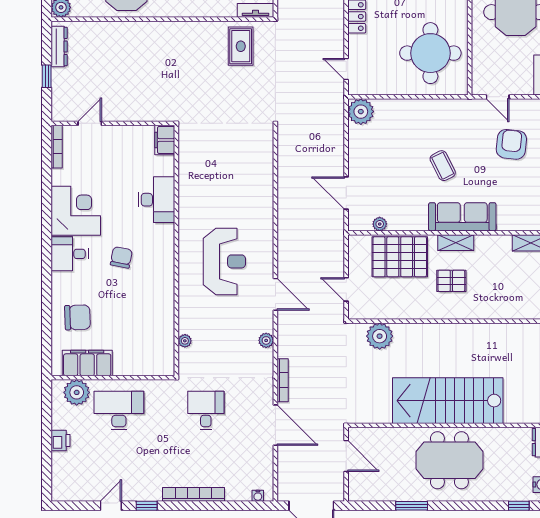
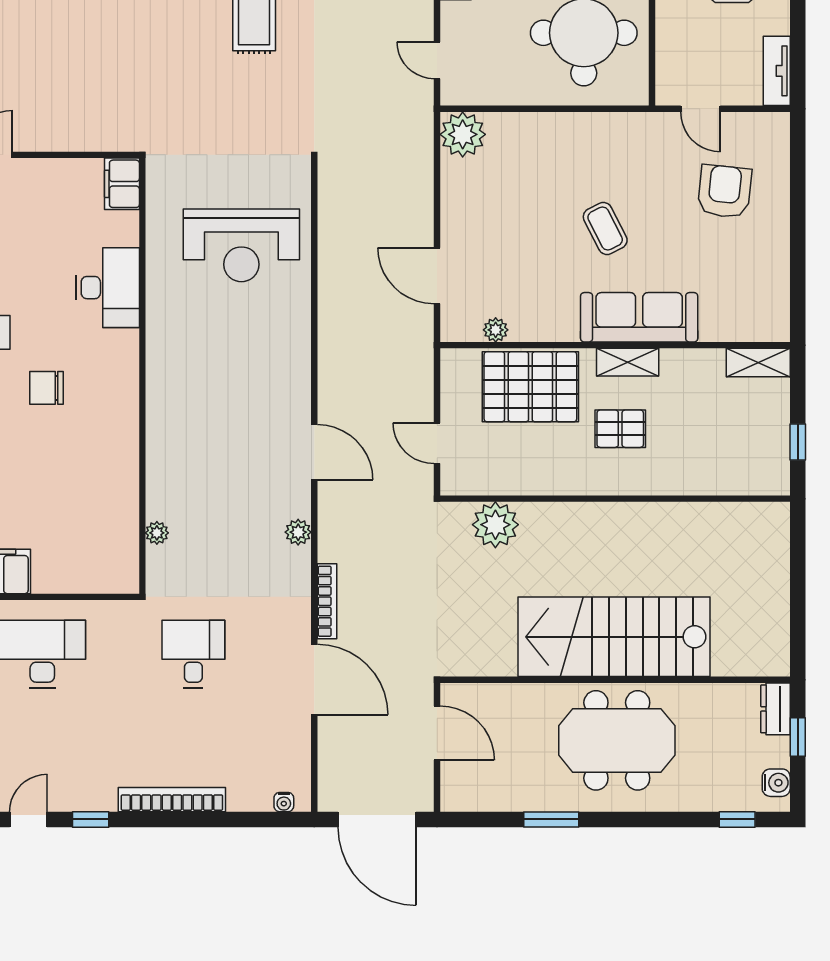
chair: (121, 257) -> (47, 388), turned -101
reception desk: (224, 261) -> (241, 245), moved, turned 90

